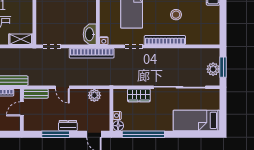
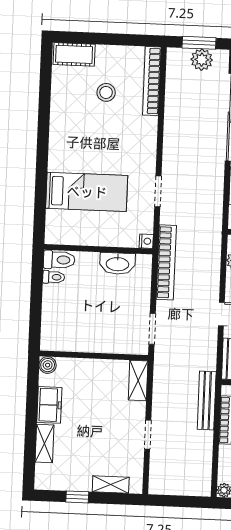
stool: (176, 15) -> (106, 92), moved
washbasin: (90, 34) -> (117, 264), moved
bookcase: (165, 40) -> (152, 81), moved

